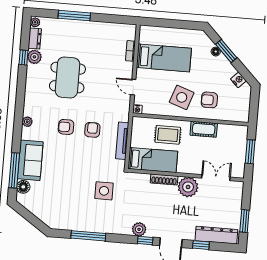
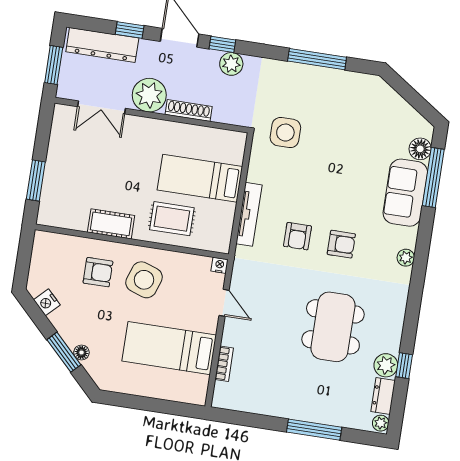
wall: (186, 175) -> (151, 115), moved
double door: (216, 178) -> (102, 107), moved
shoe rack: (164, 179) -> (189, 111), moved
plant: (188, 187) -> (149, 95), moved

